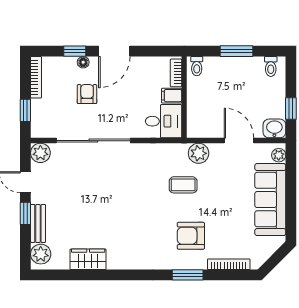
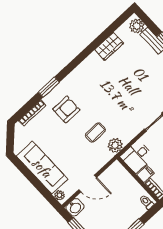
plant: (199, 153) -> (115, 145), moved

